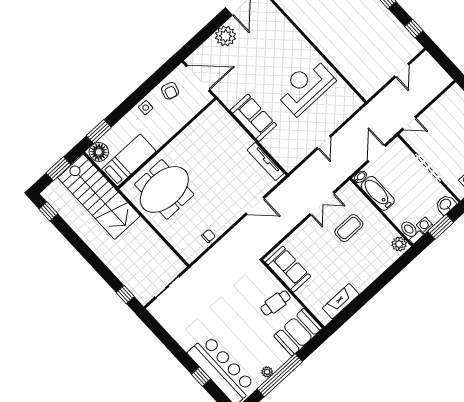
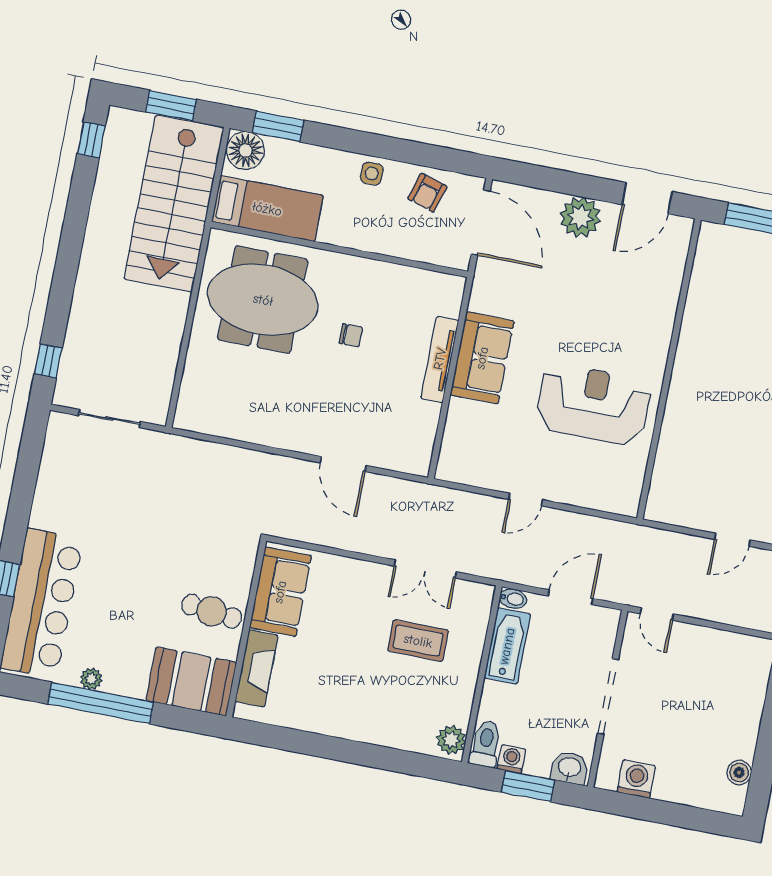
tv unit: (265, 162) -> (440, 359), moved
chair: (208, 236) -> (351, 335), moved
fireplace: (341, 301) -> (257, 668), moved, turned 90

